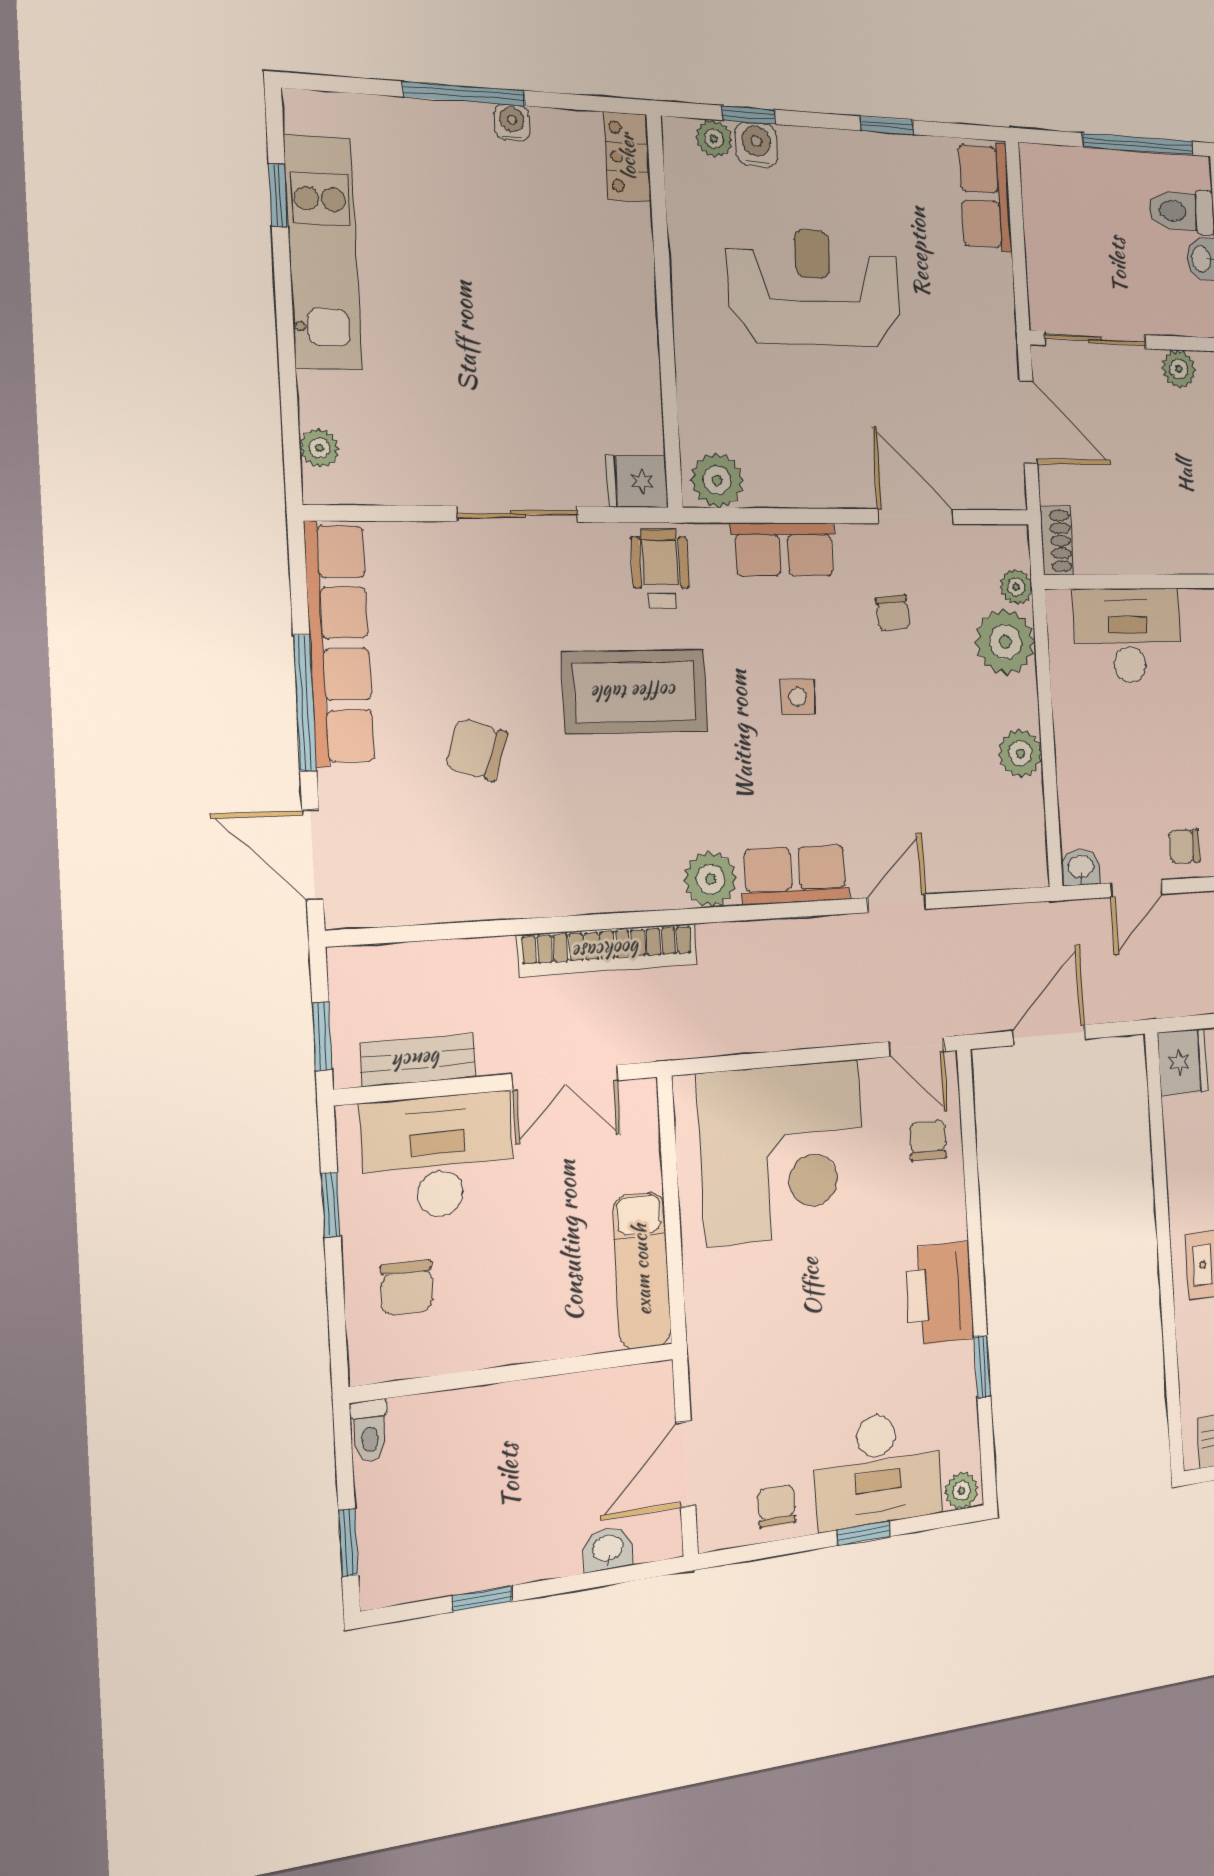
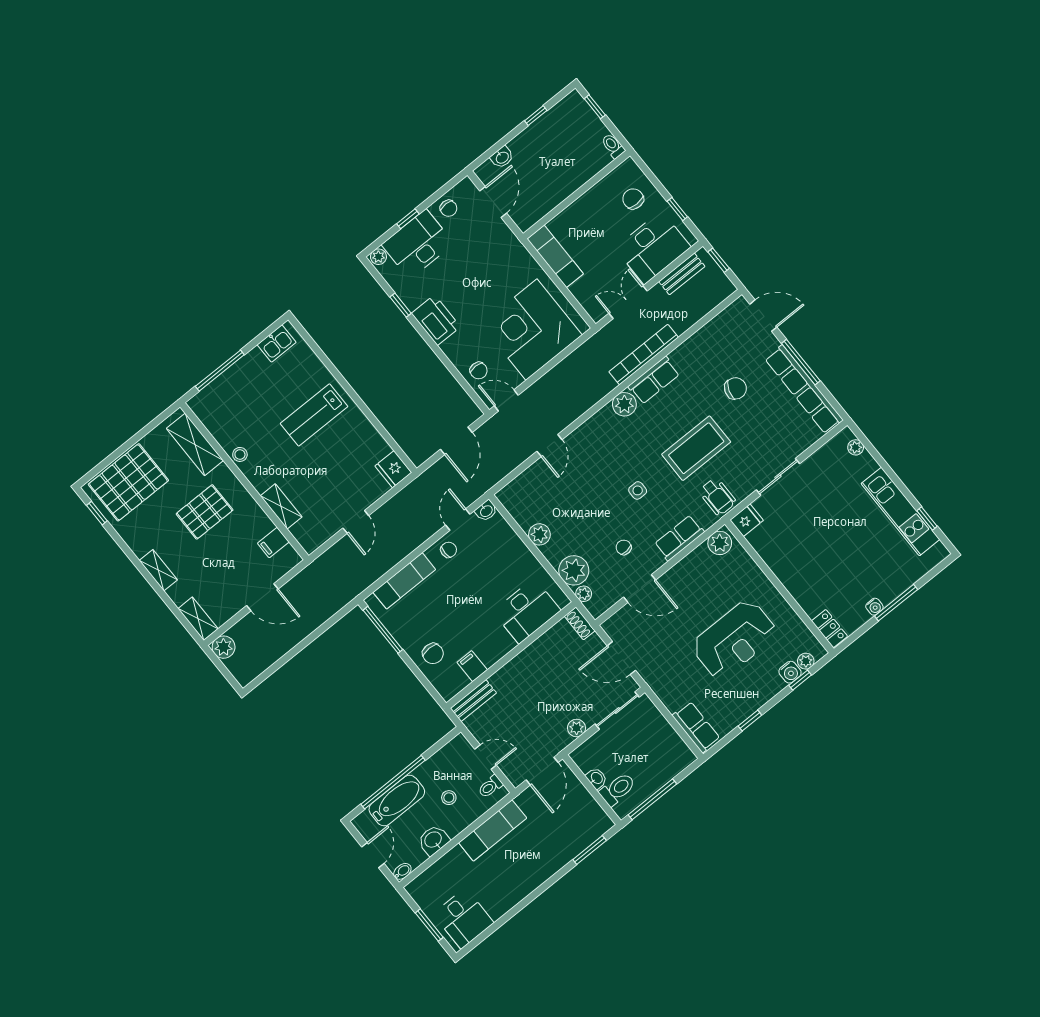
row of seats: (795, 875) -> (654, 380), moved

